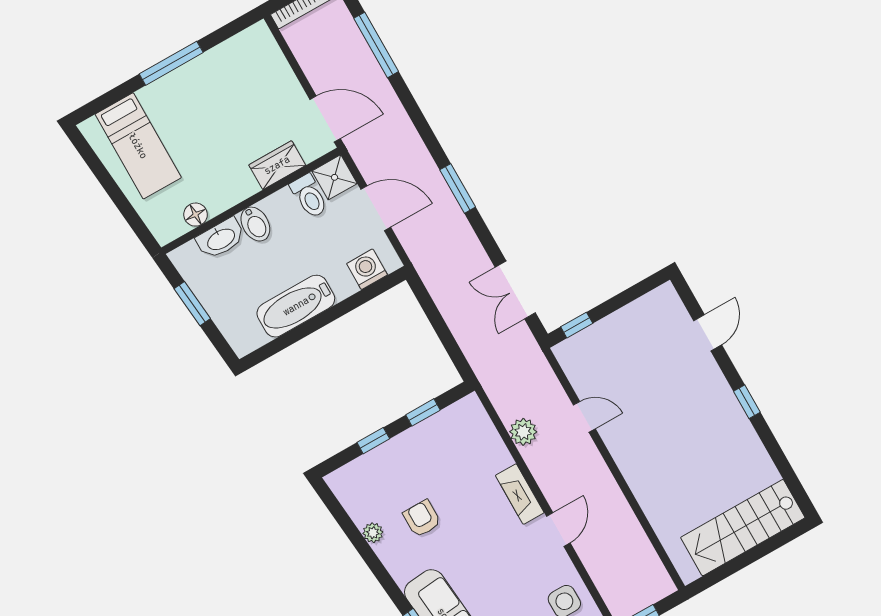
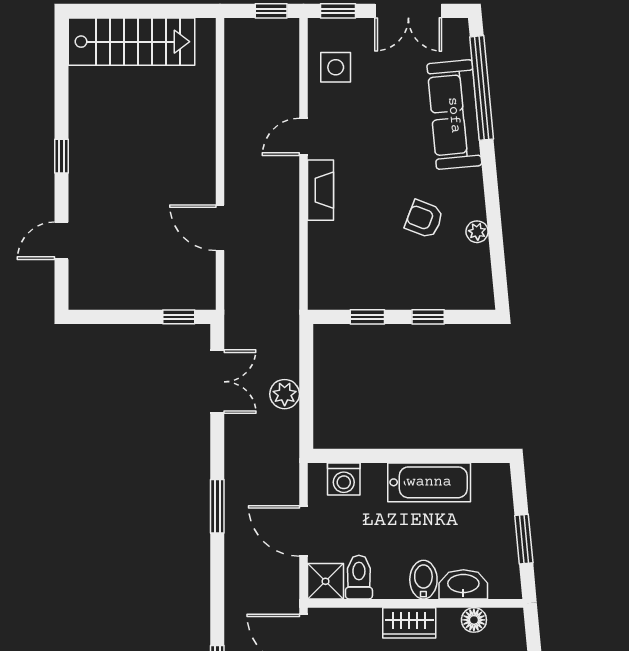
wardrobe: (277, 165) -> (409, 623), moved
door: (584, 417) -> (220, 228), width x1.38
plant: (523, 432) -> (285, 394), moved
armchair: (422, 518) -> (424, 219), turned 111

